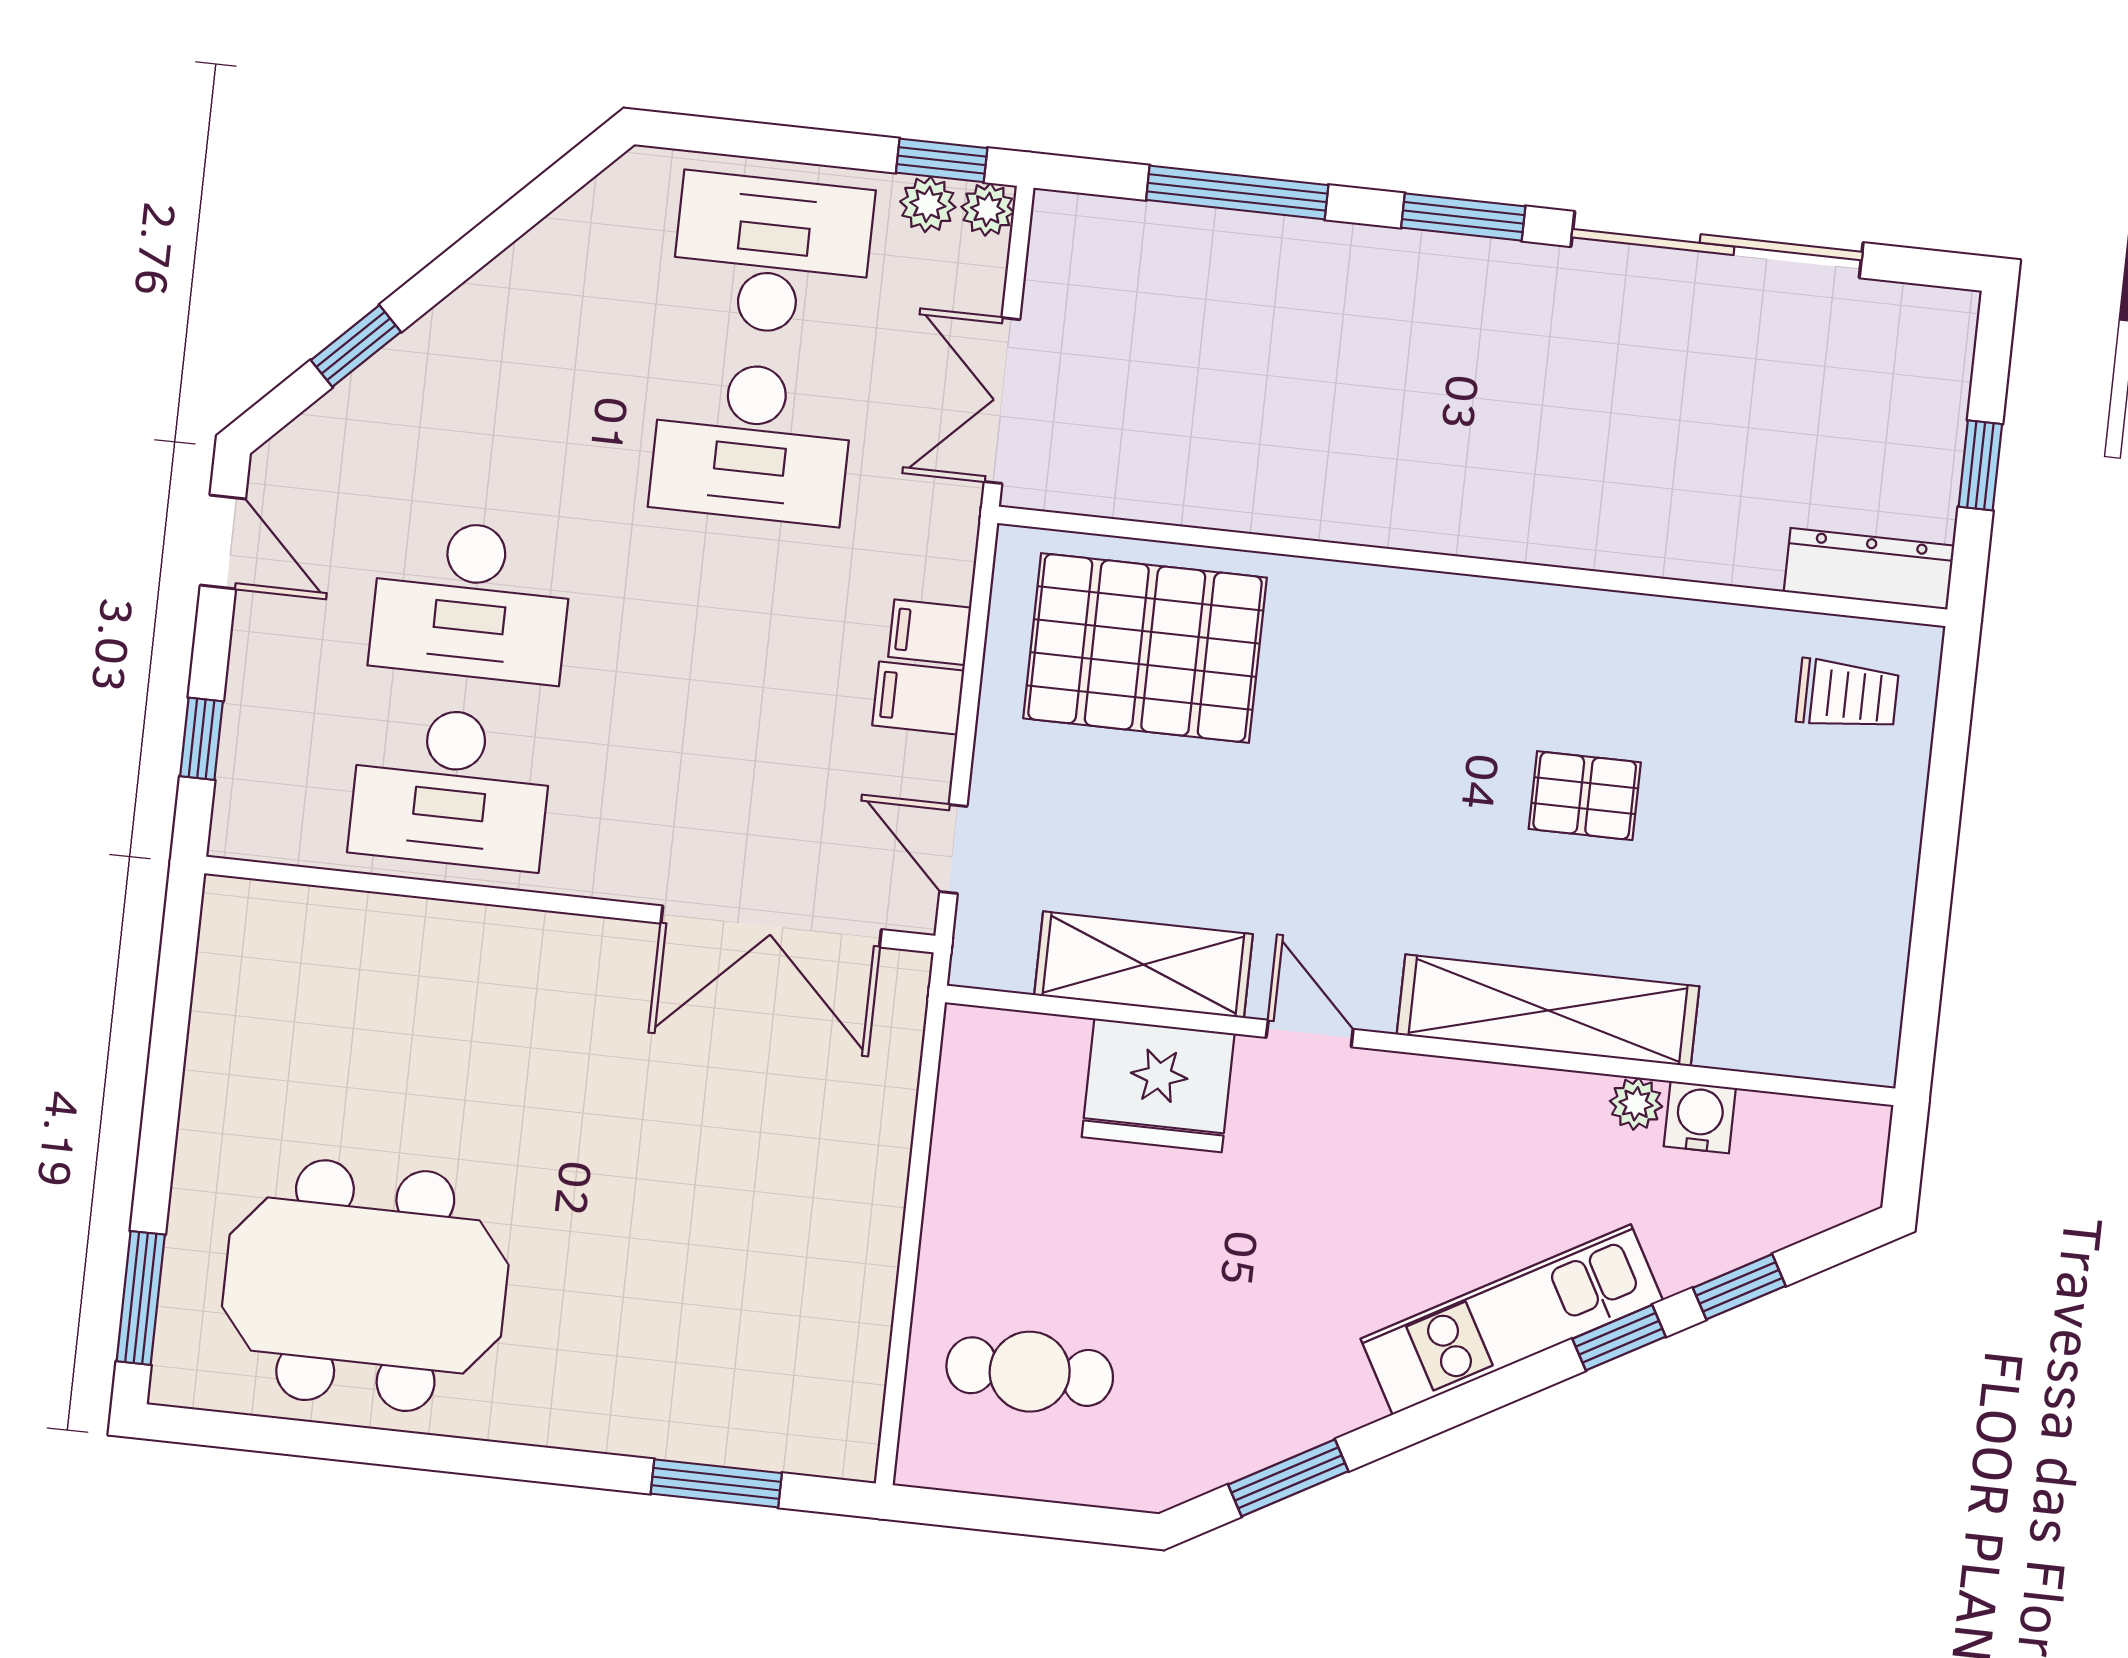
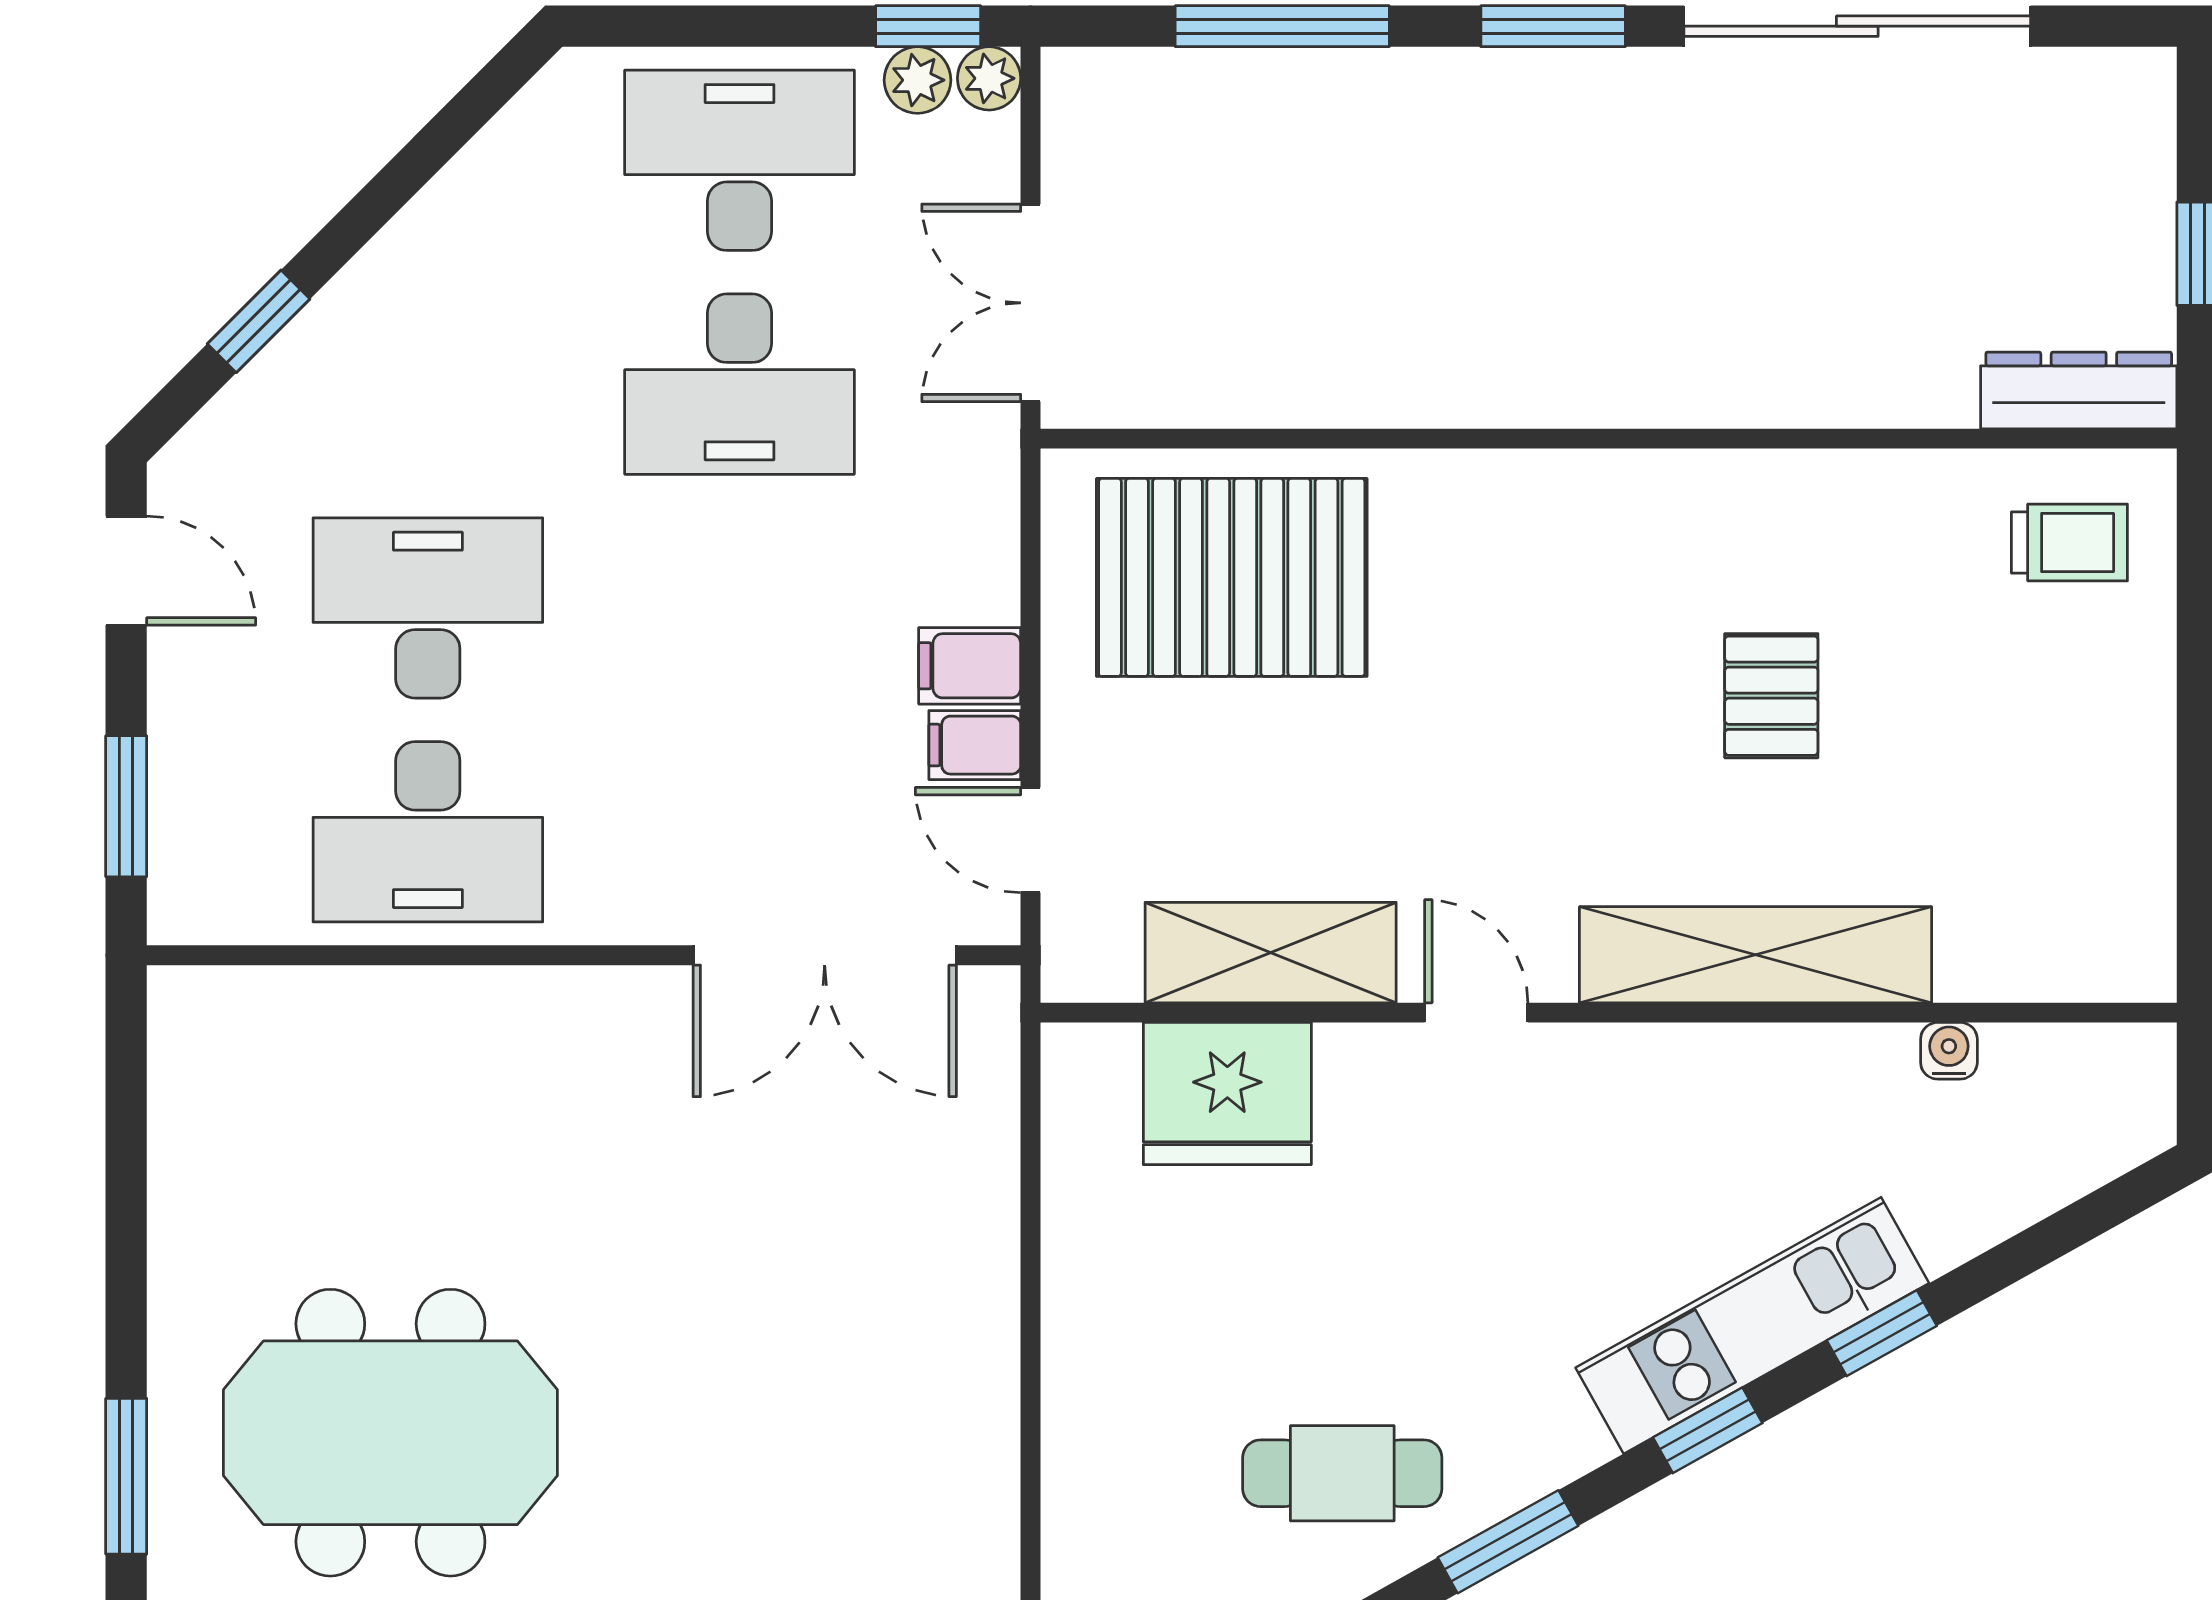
desk: (471, 601) -> (428, 608), turned 180
filing cabinet: (930, 632) -> (975, 745), moved
window: (201, 739) -> (126, 806), width x1.50
pallet: (1585, 796) -> (1771, 696), turned 90
fridge: (1158, 1085) -> (1227, 1094), moved
plant: (1636, 1104) -> (1872, 1054), removed
water cooler: (1700, 1117) -> (1949, 1051), width x0.72, depth x0.72
window: (1739, 1287) -> (1708, 1430), moved
cafe table: (1030, 1372) -> (1342, 1473), moved

